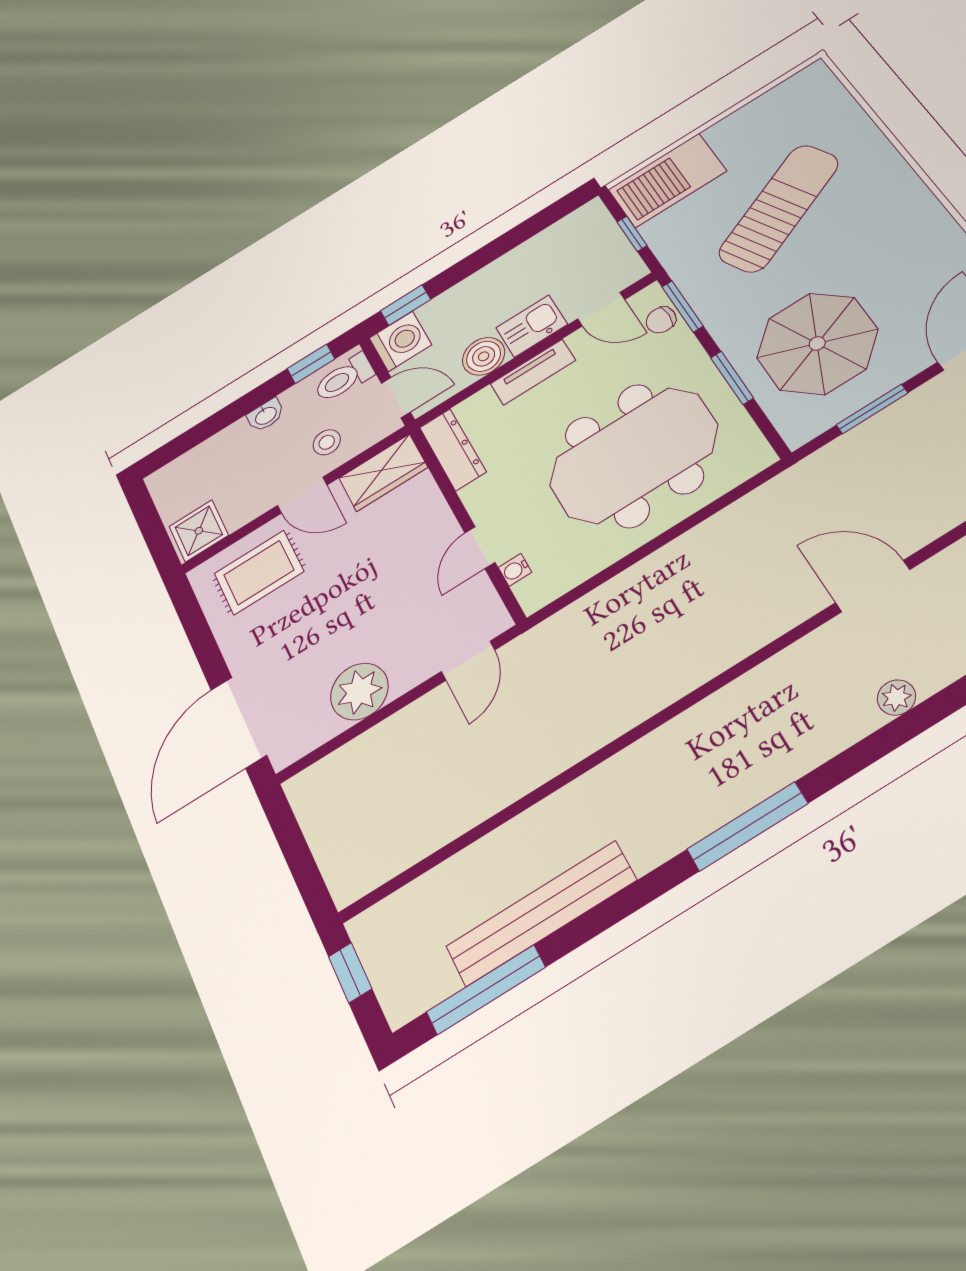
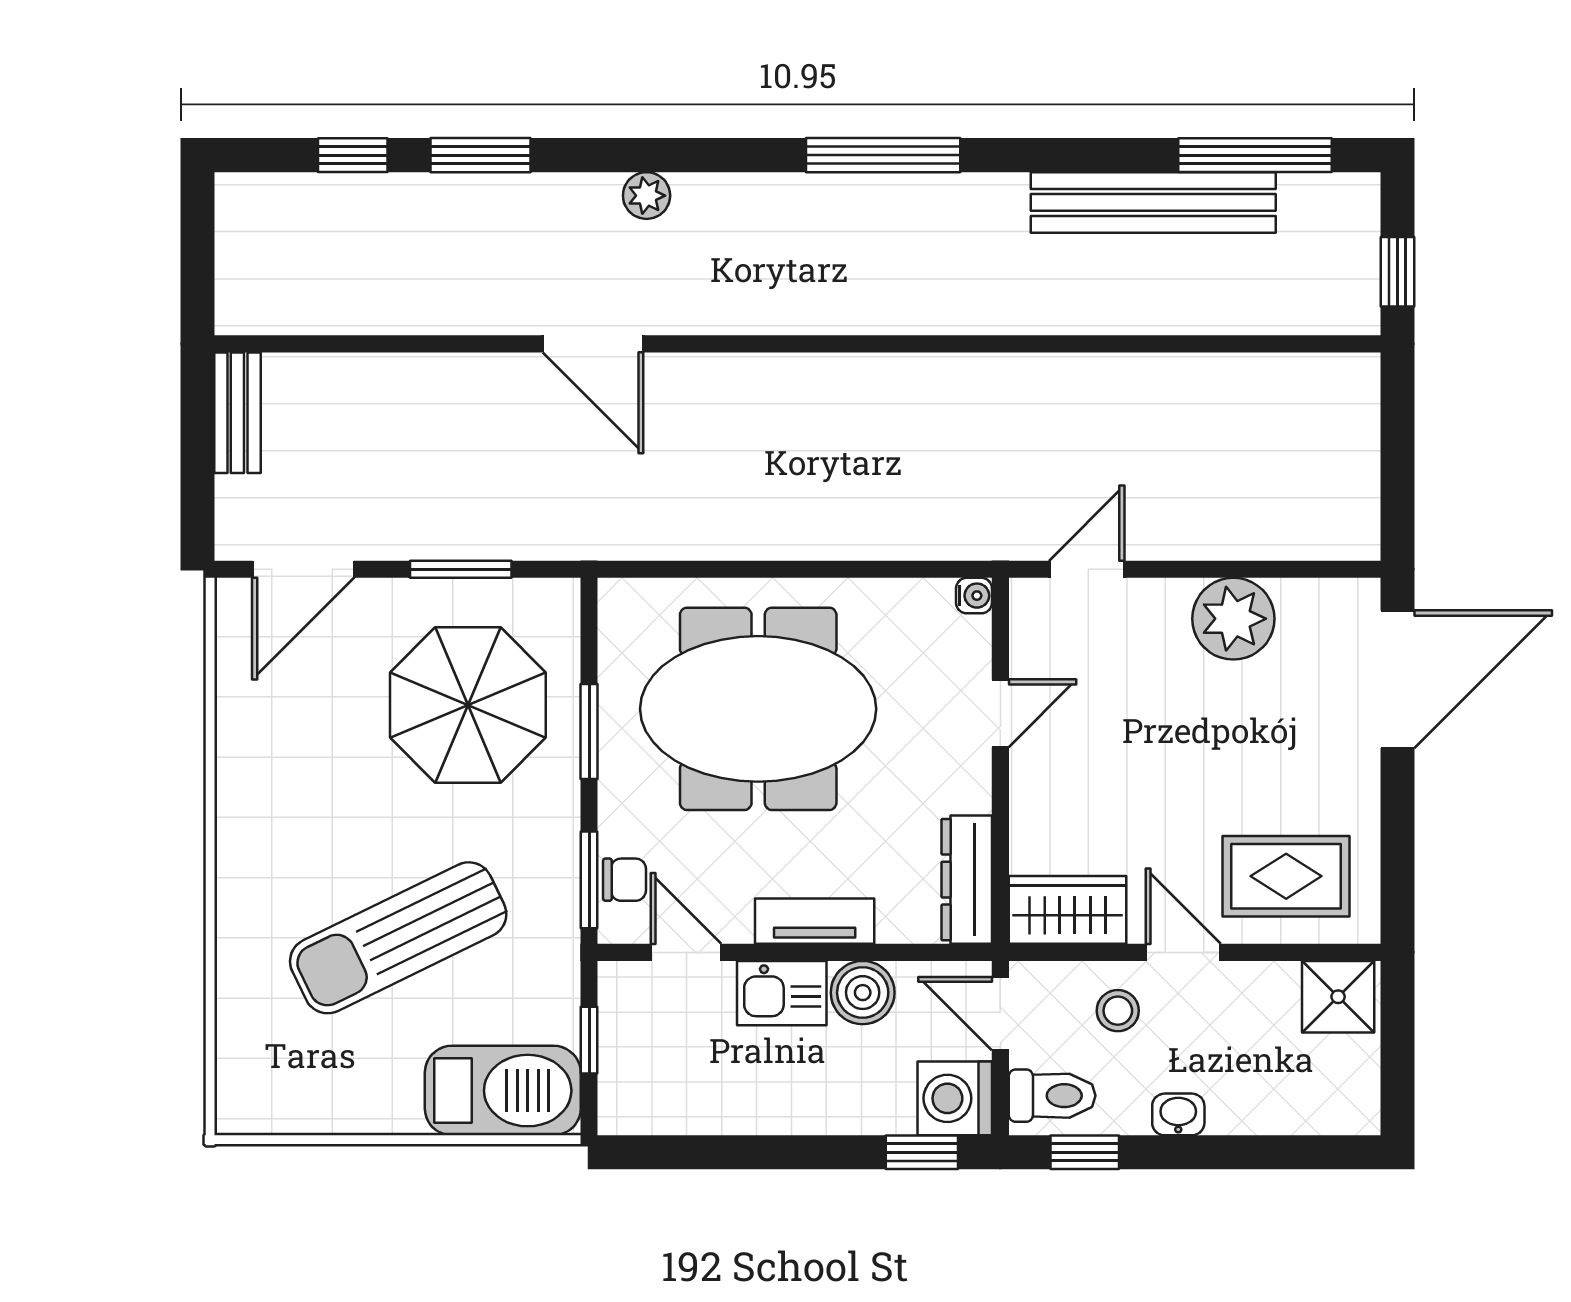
water cooler: (515, 570) -> (974, 596), moved

